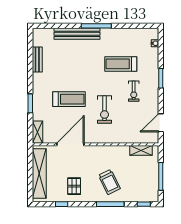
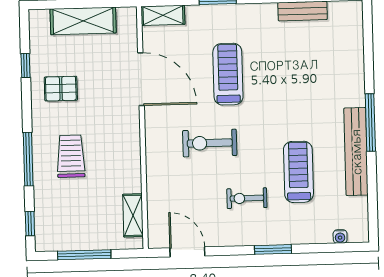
bench: (77, 34) -> (356, 152), moved
treadmill: (69, 99) -> (228, 74), turned 180
shelving: (39, 174) -> (83, 21), width x0.68
trolley: (109, 182) -> (71, 156), turned 116

